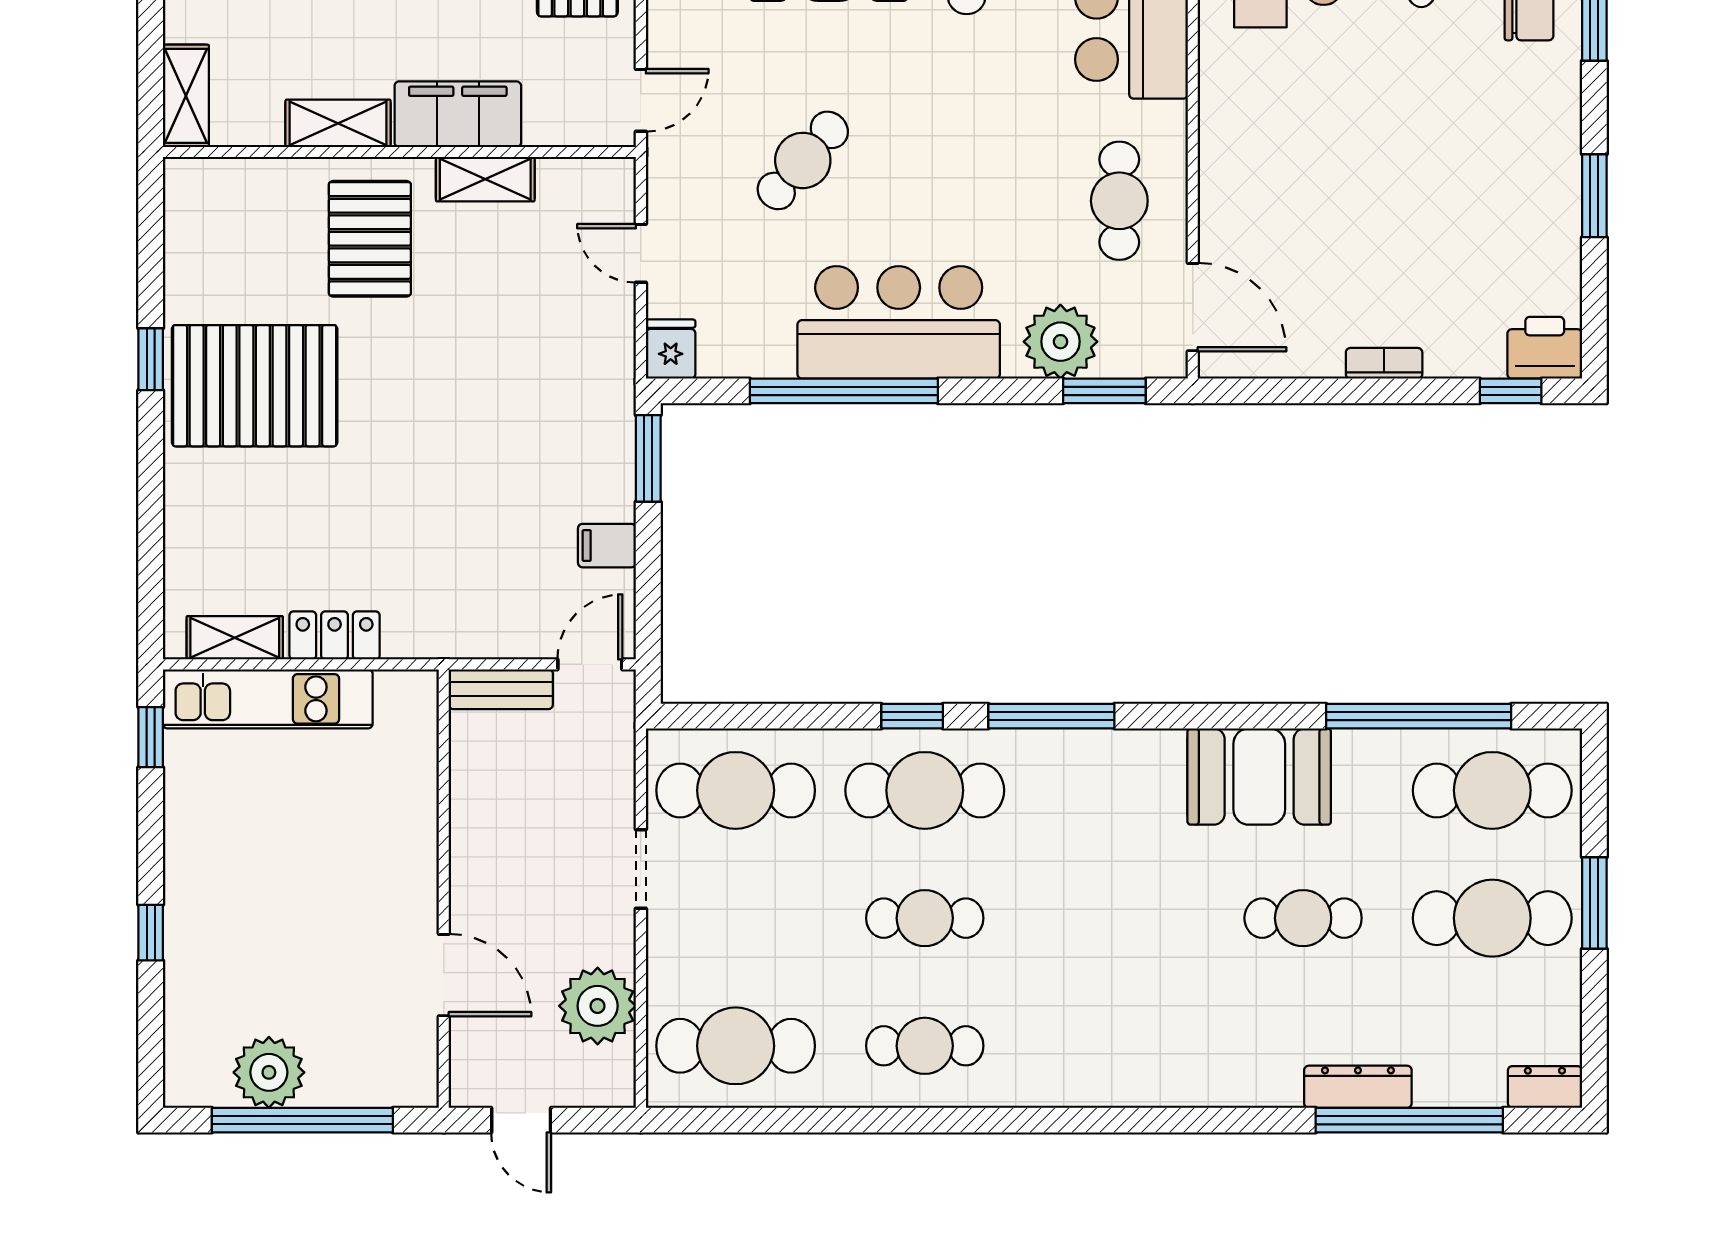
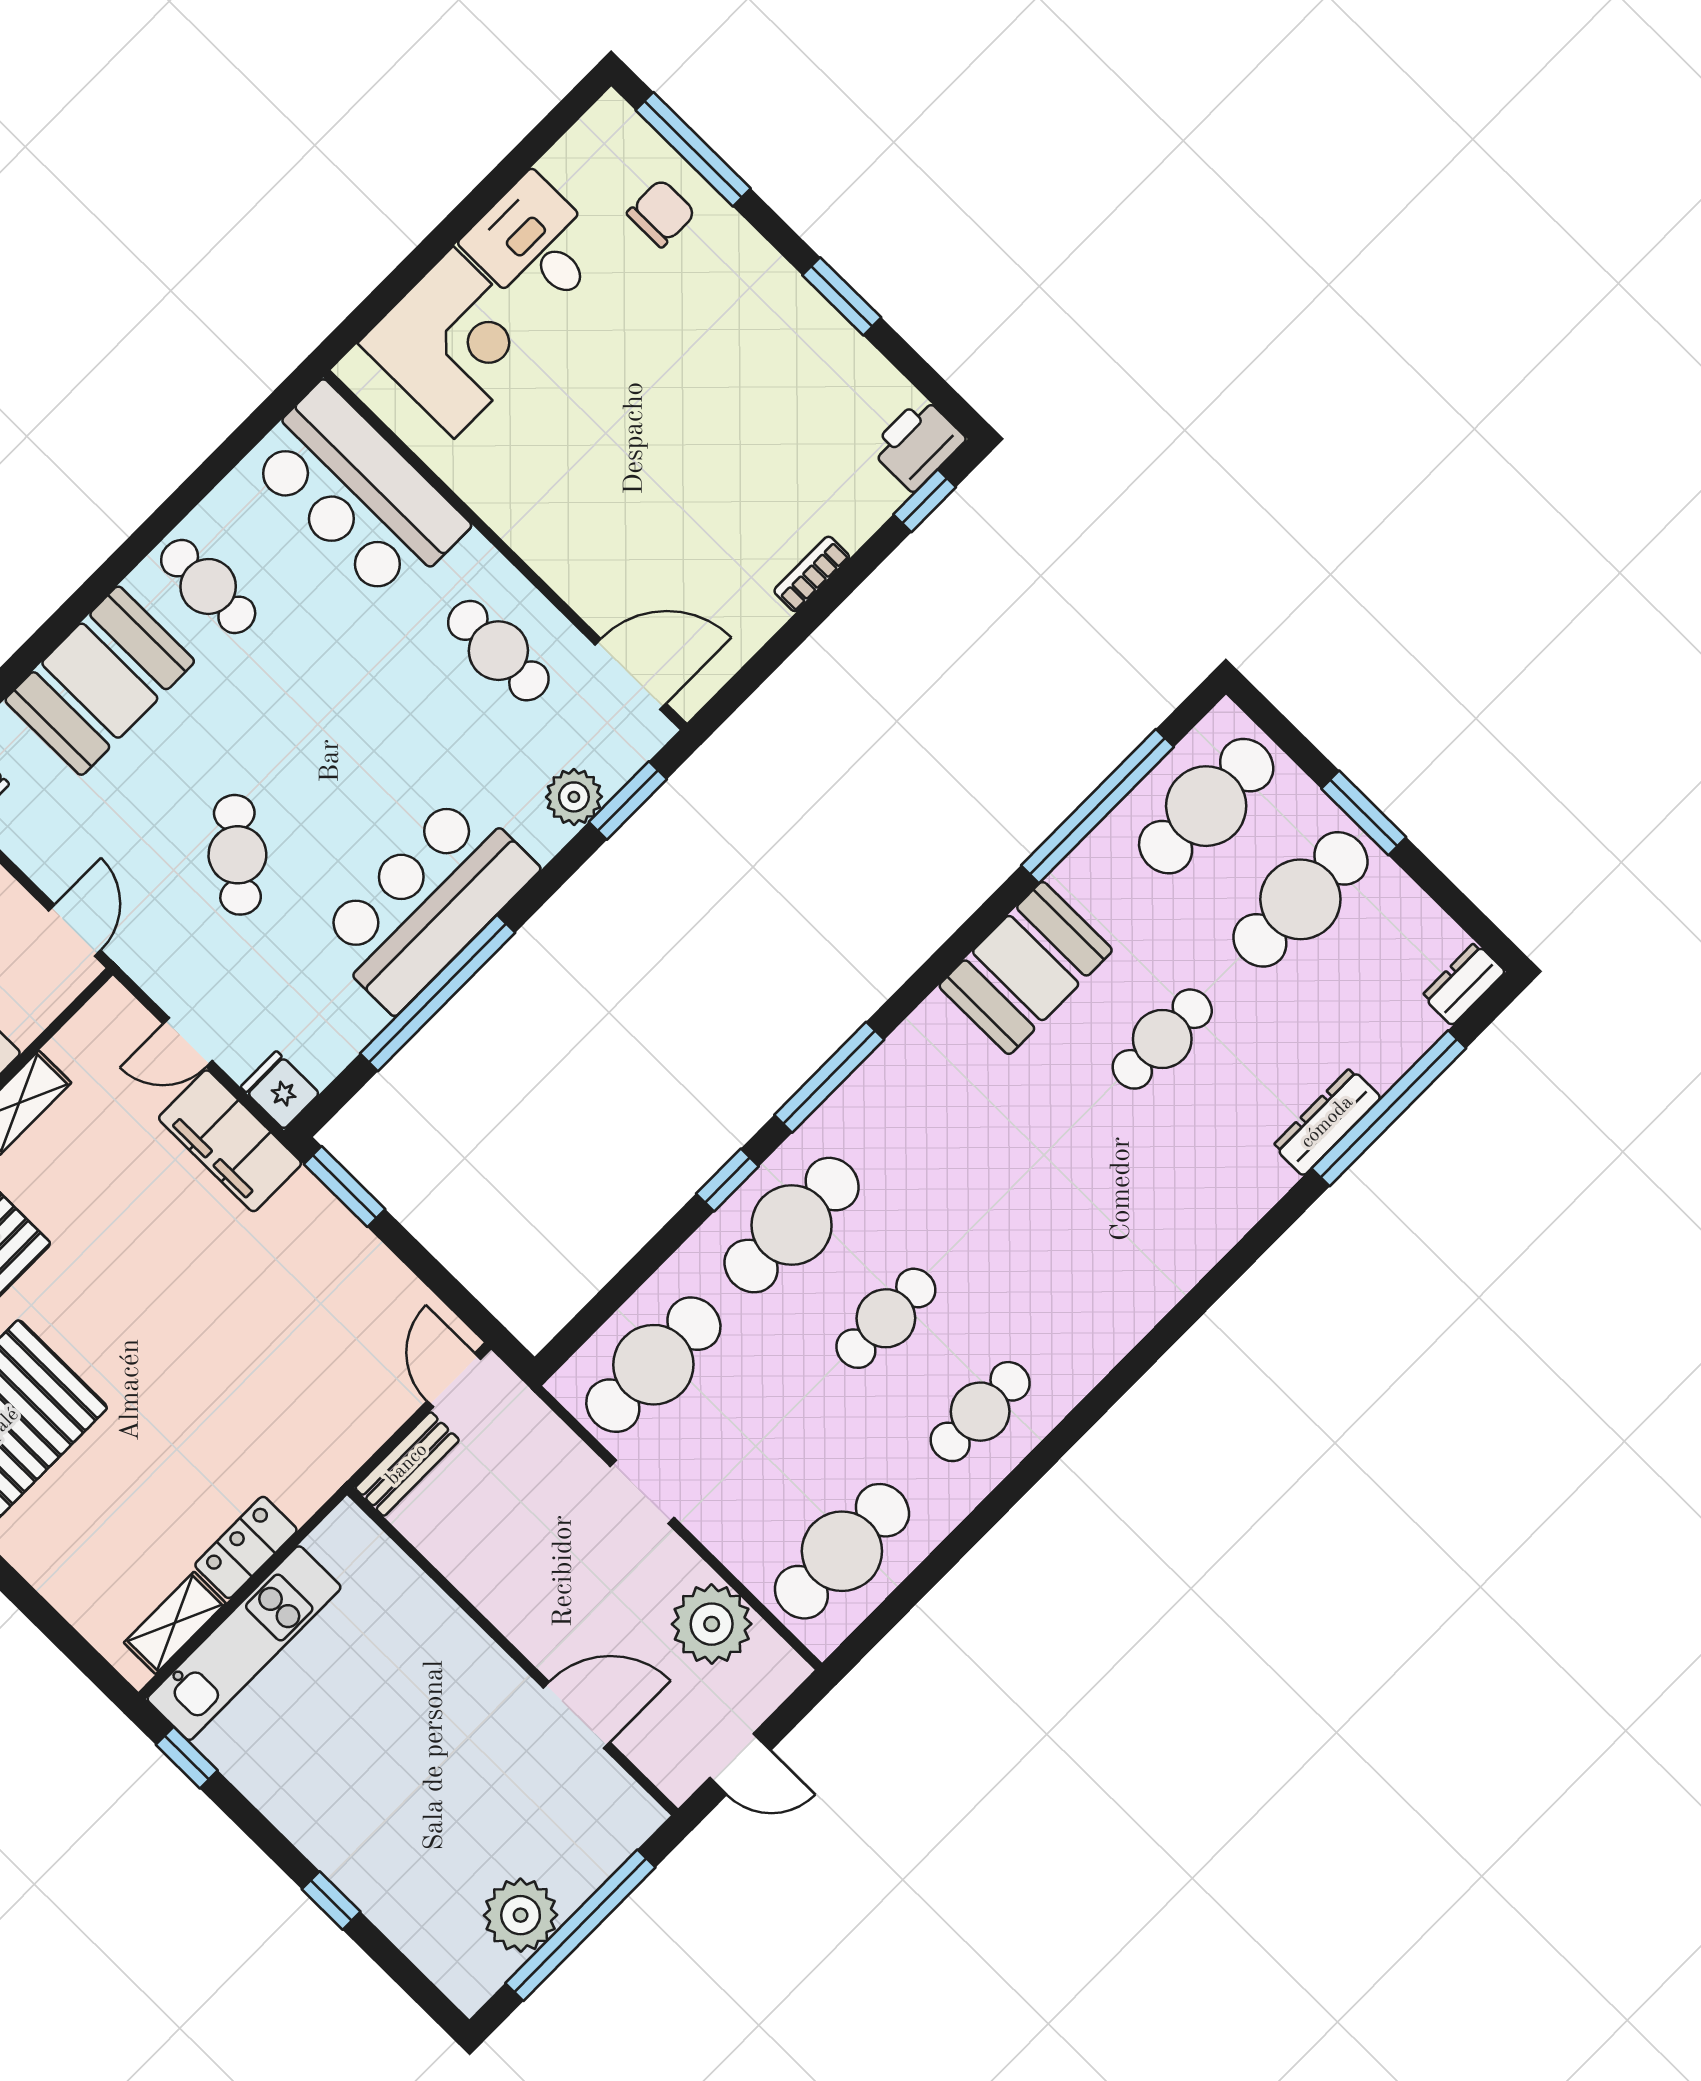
plant: (1060, 342) -> (574, 797), width x0.73, depth x0.73
filing cabinet: (607, 546) -> (230, 1141), moved, width x3.00, depth x1.17

